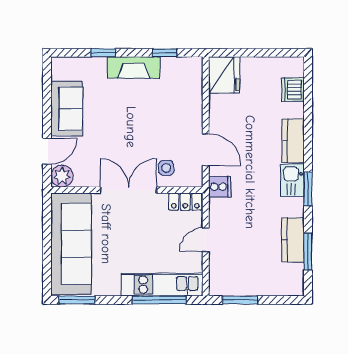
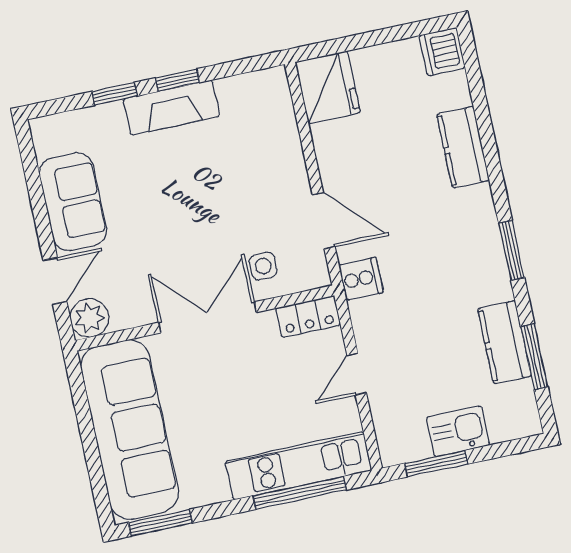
window: (165, 53) -> (177, 80), moved
dishwasher: (293, 90) -> (442, 52), moved
kitchen counter: (293, 141) -> (463, 147), moved
kitchen sink: (292, 180) -> (458, 431), moved, turned 90

